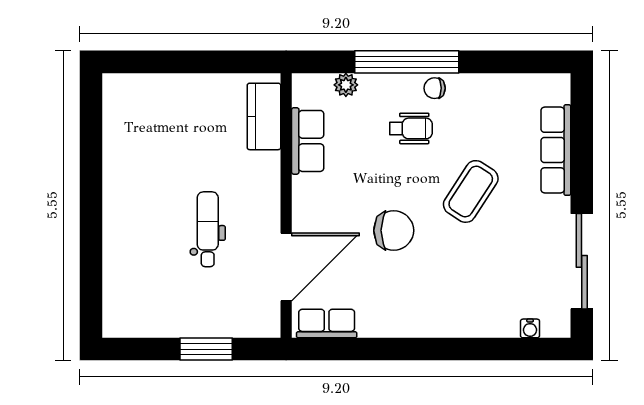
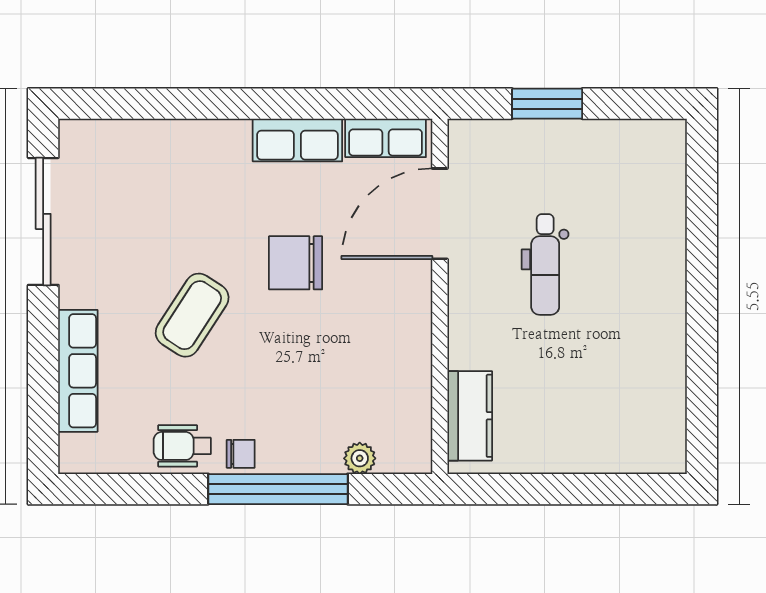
wheelchair: (411, 128) -> (182, 446), moved
row of seats: (308, 141) -> (297, 140), moved, turned -90
water cooler: (530, 328) -> (113, 131), removed

